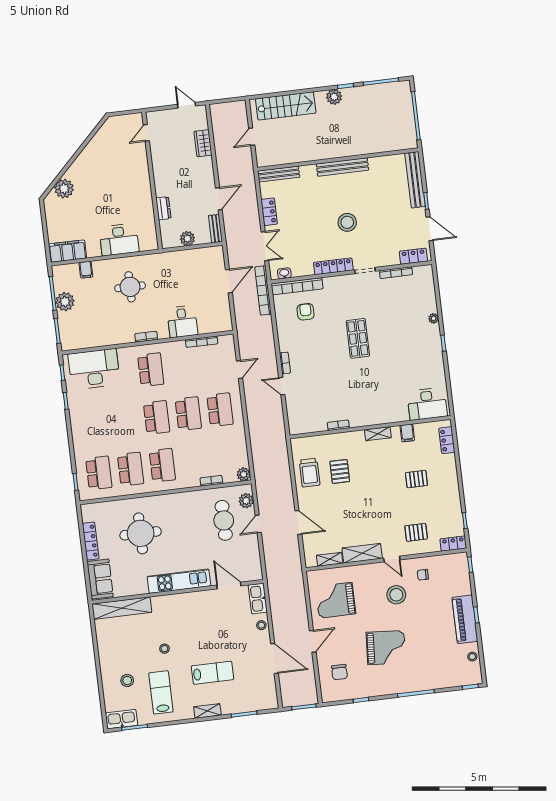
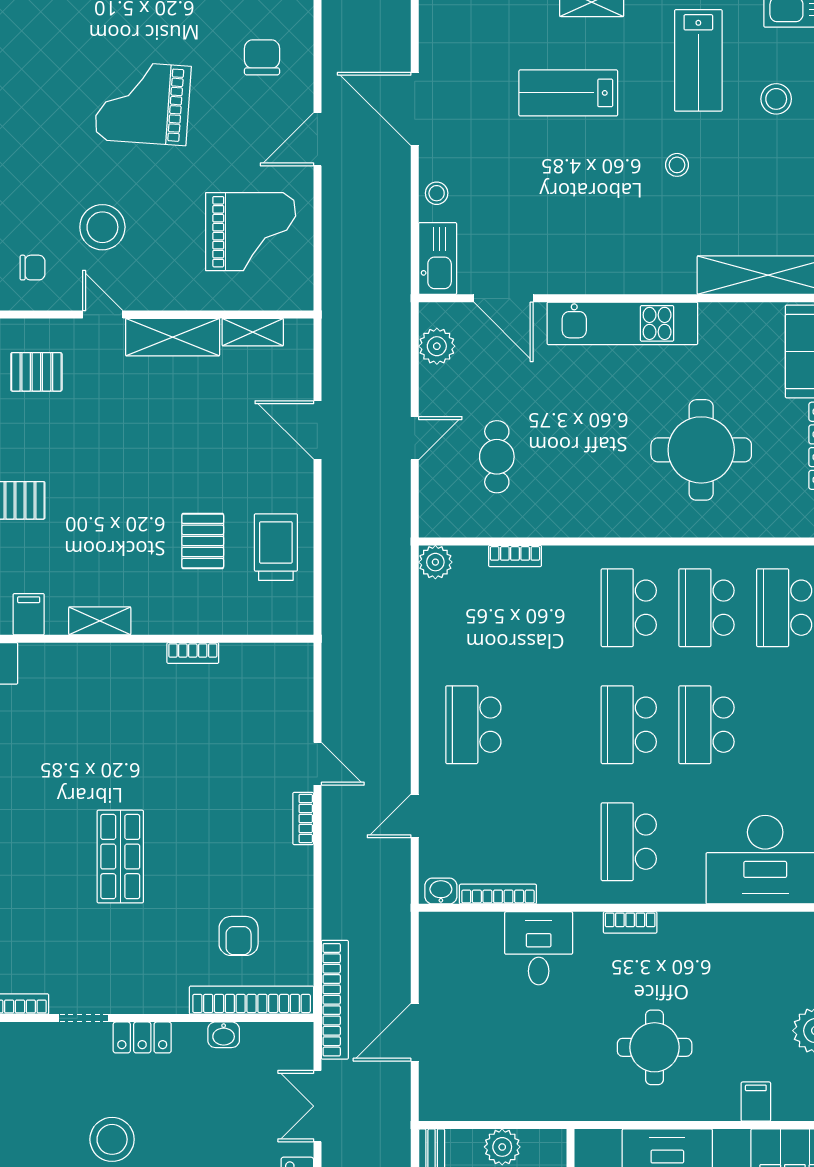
locker: (333, 266) -> (142, 1037), width x0.66
washbasin: (284, 273) -> (224, 1035), moved
washbasin: (225, 340) -> (441, 891), added
school desk: (188, 414) -> (706, 725), moved
plant: (246, 501) -> (437, 346), moved
cafe table: (224, 520) -> (497, 457), width x0.73, depth x0.74

